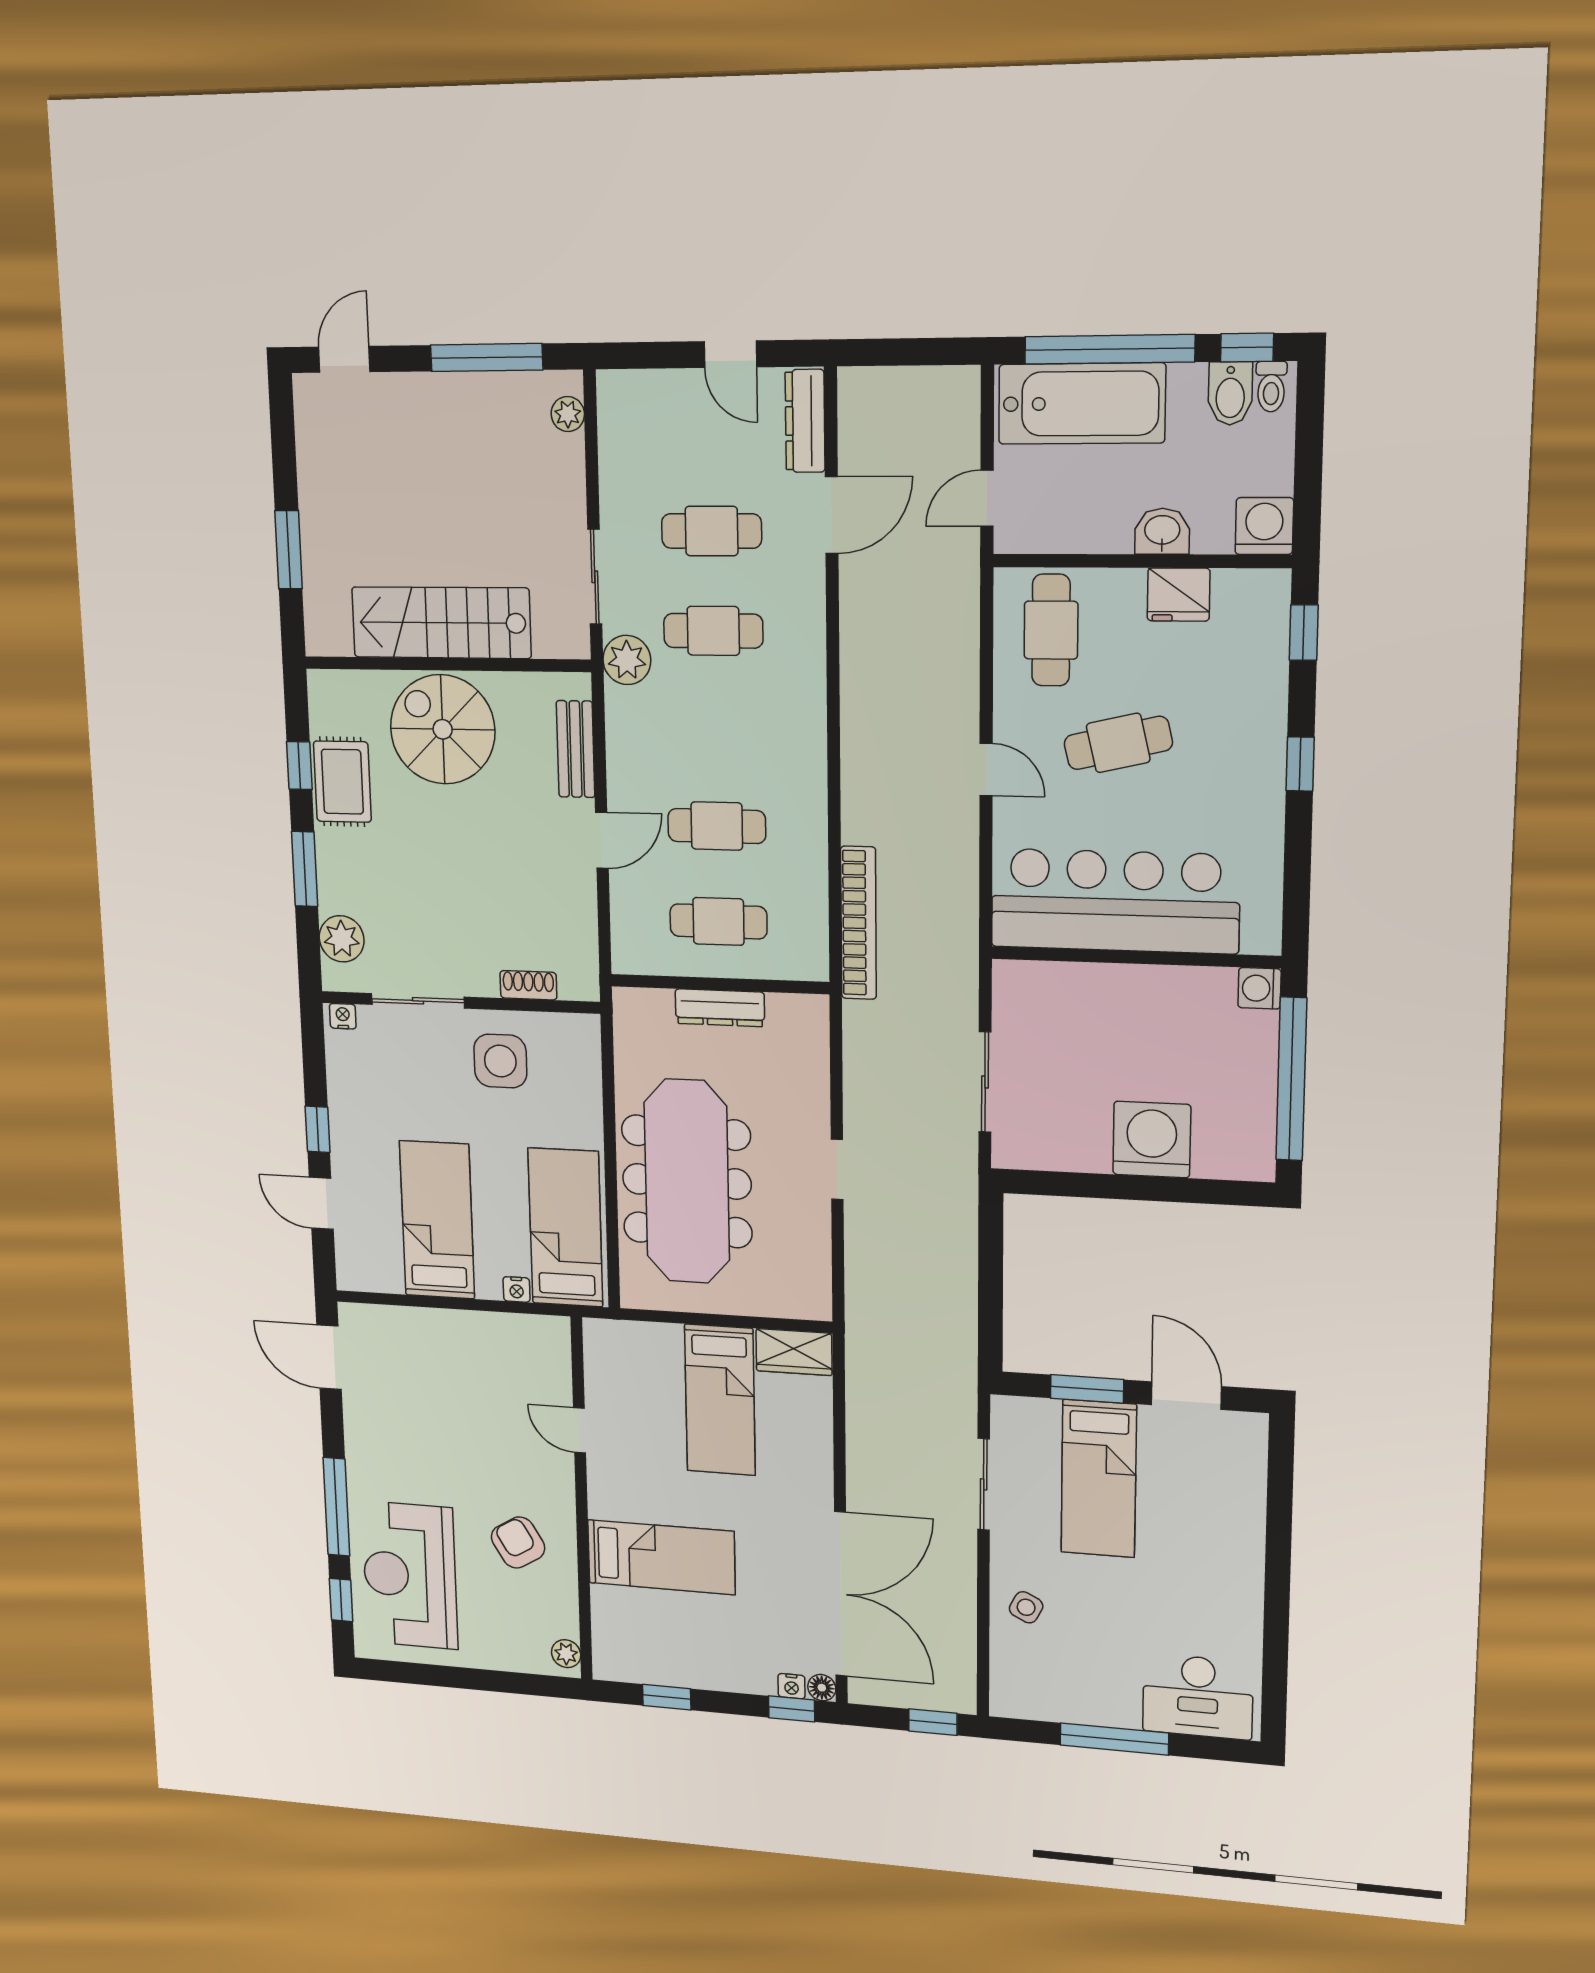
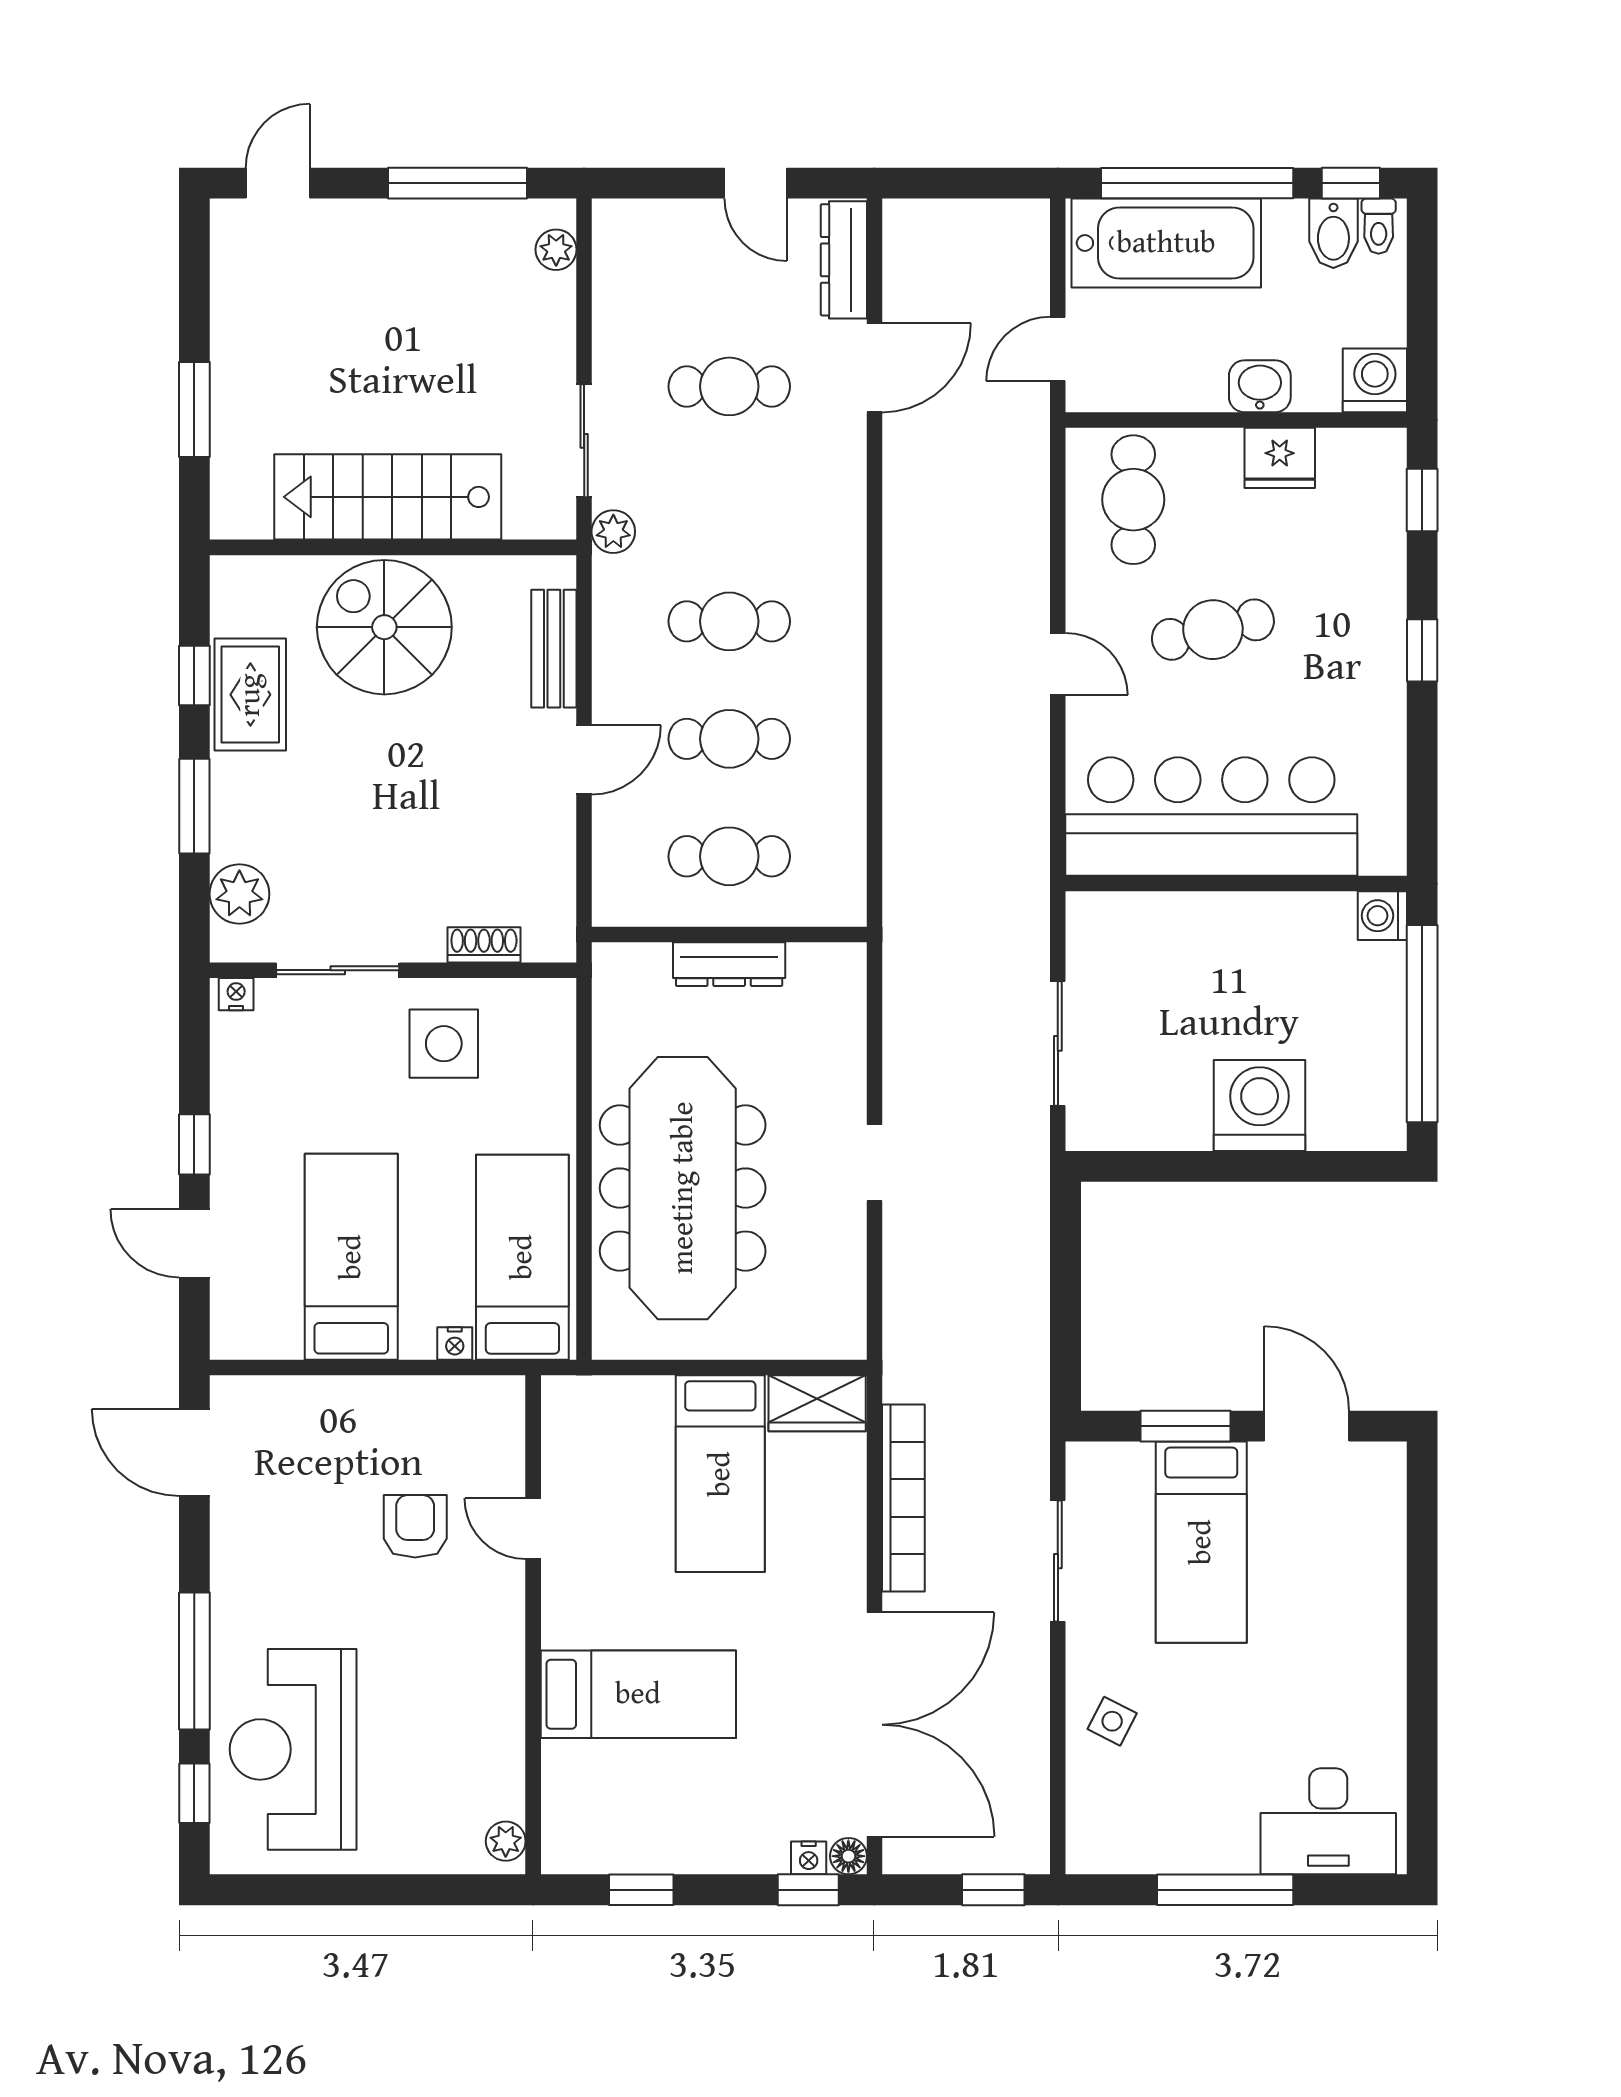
cafe table: (713, 631) -> (729, 621), moved
plant: (627, 660) -> (613, 532), width x0.73, depth x0.73
bookcase: (859, 923) -> (903, 1498), moved
armchair: (518, 1543) -> (415, 1526), moved, turned 31

